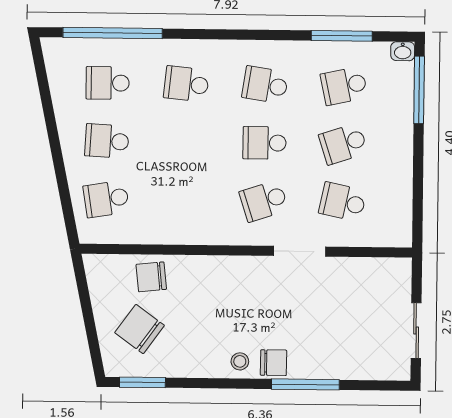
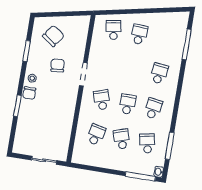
window: (113, 33) -> (187, 44), width x0.68
school desk: (108, 83) -> (165, 39), removed
doorway: (299, 251) -> (83, 74), moved
chair: (151, 277) -> (58, 65), moved
sliding door: (416, 330) -> (44, 160), moved
window: (142, 382) -> (27, 51), moved
window: (305, 384) -> (17, 106), width x0.69

